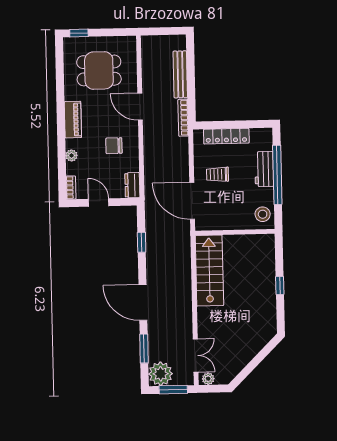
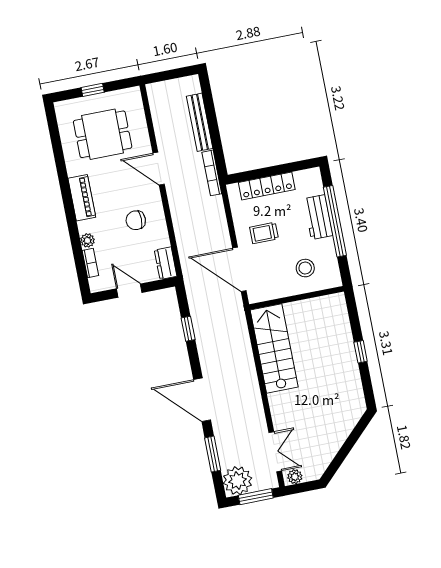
window: (79, 33) -> (93, 90), moved
bookcase: (71, 188) -> (90, 263), moved
stool: (263, 214) -> (305, 268), moved

